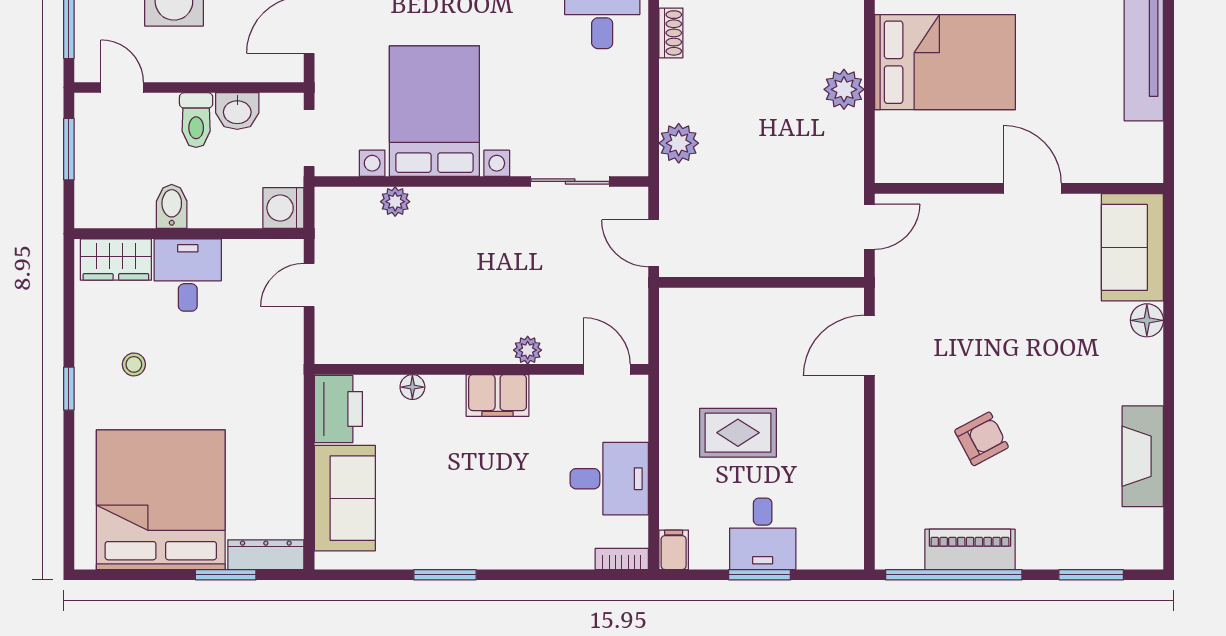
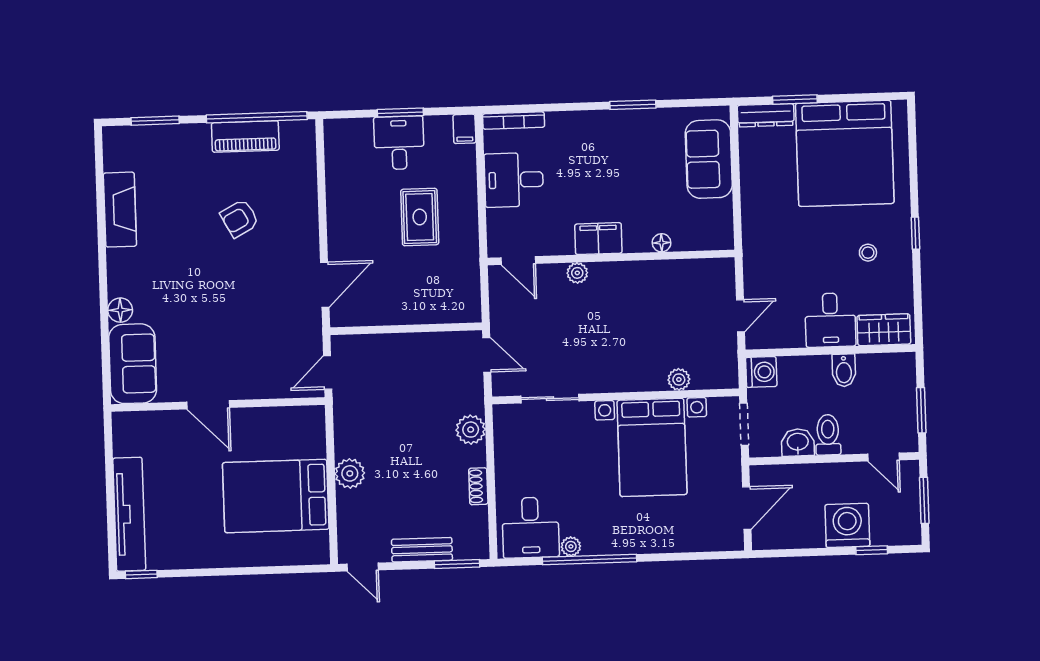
shoe rack: (671, 33) -> (478, 486), moved
printer: (338, 409) -> (716, 225), removed
rug: (738, 433) -> (420, 217), turned 90
bookcase: (622, 559) -> (514, 120), width x1.56

